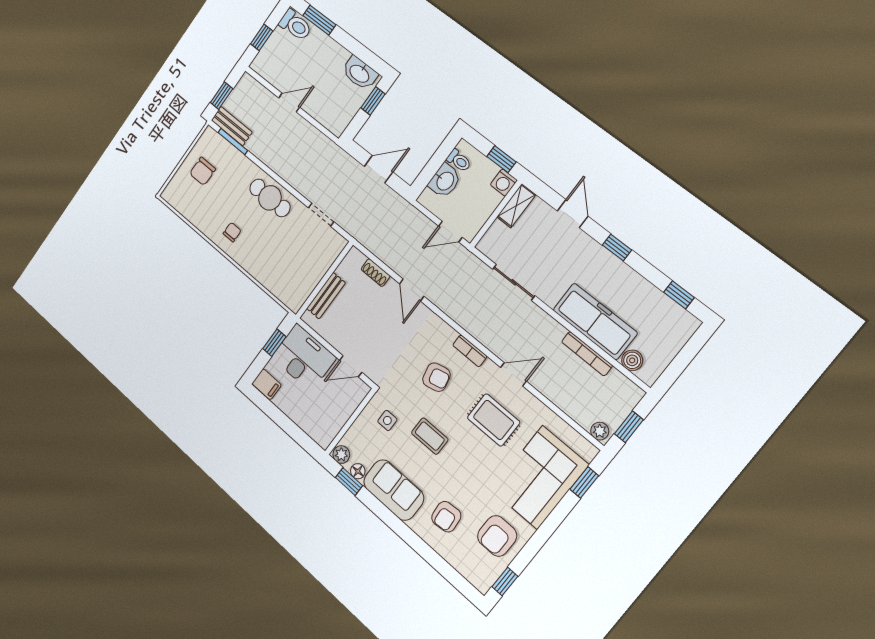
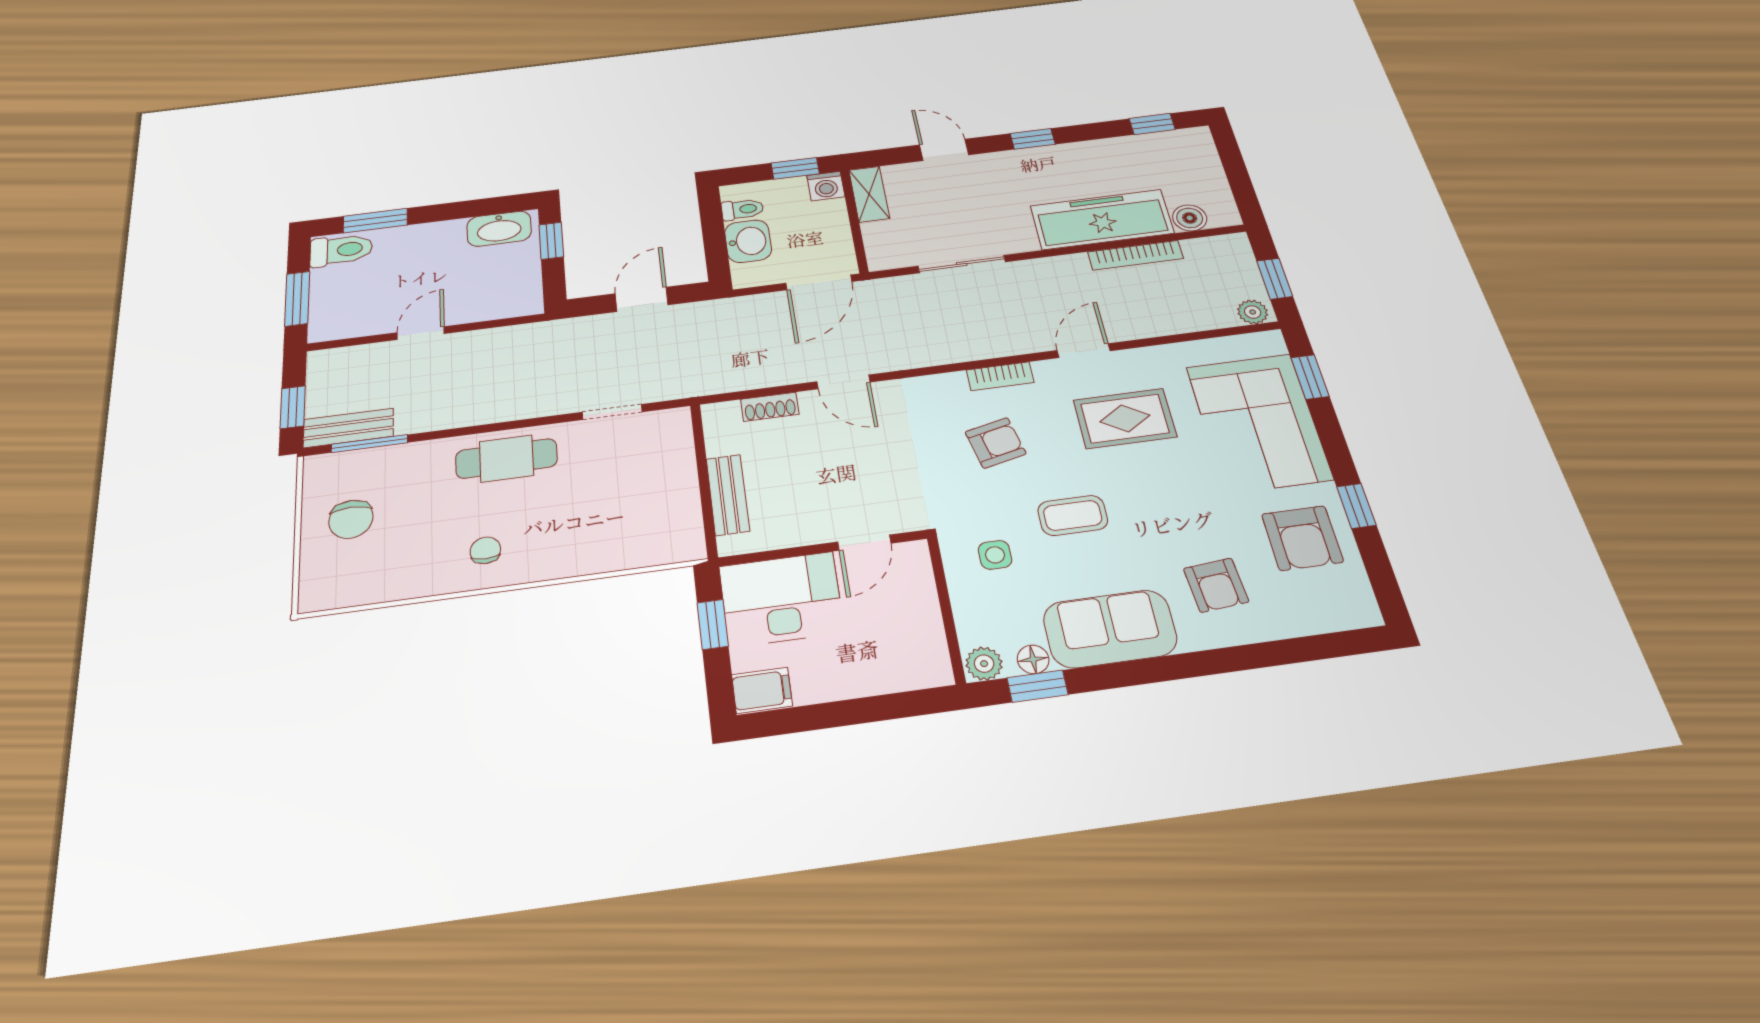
window: (262, 37) -> (297, 299), width x1.50
door: (450, 232) -> (819, 282), width x1.38
window: (505, 581) -> (1356, 506), moved

